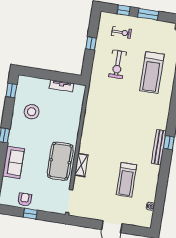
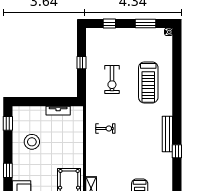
window: (148, 14) -> (145, 24), moved
exercise bike: (121, 32) -> (105, 129), moved
bench: (159, 147) -> (167, 134), moved

